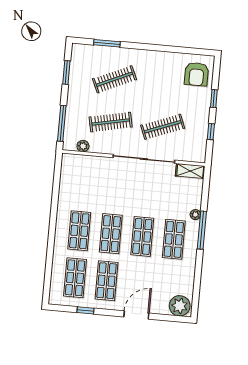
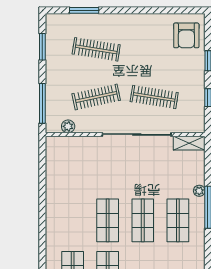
clothes rail: (114, 79) -> (96, 49), turned 33
clothes rail: (163, 127) -> (154, 97), turned 30
shop shelf: (79, 231) -> (73, 220), removed

